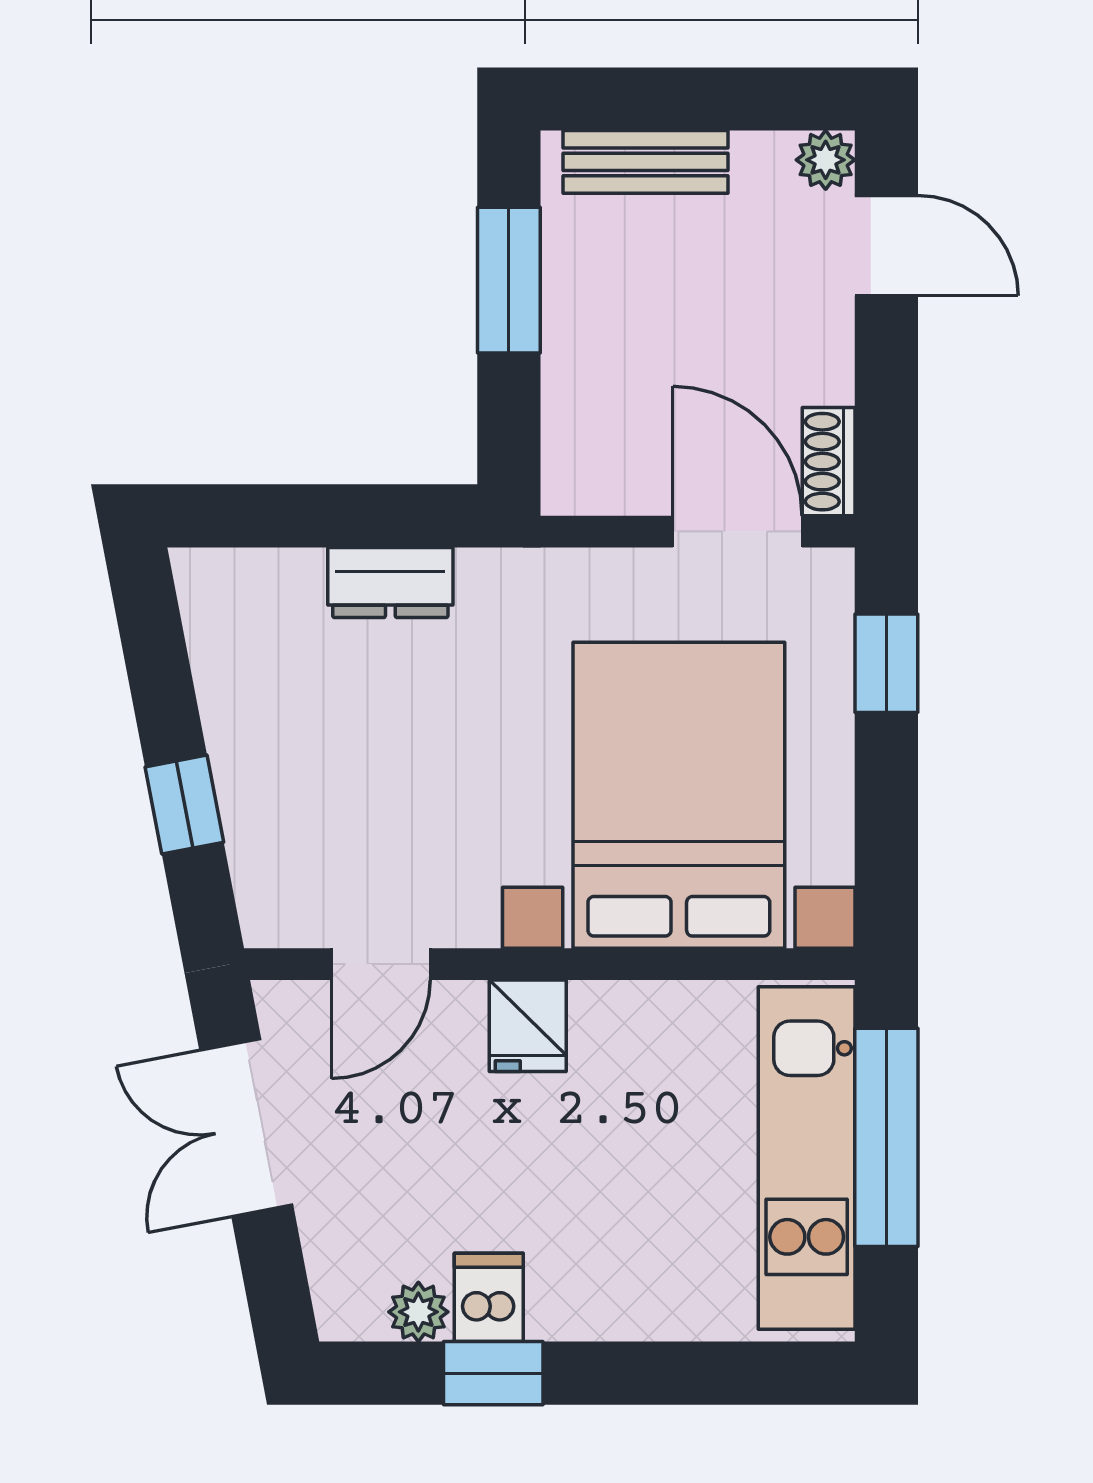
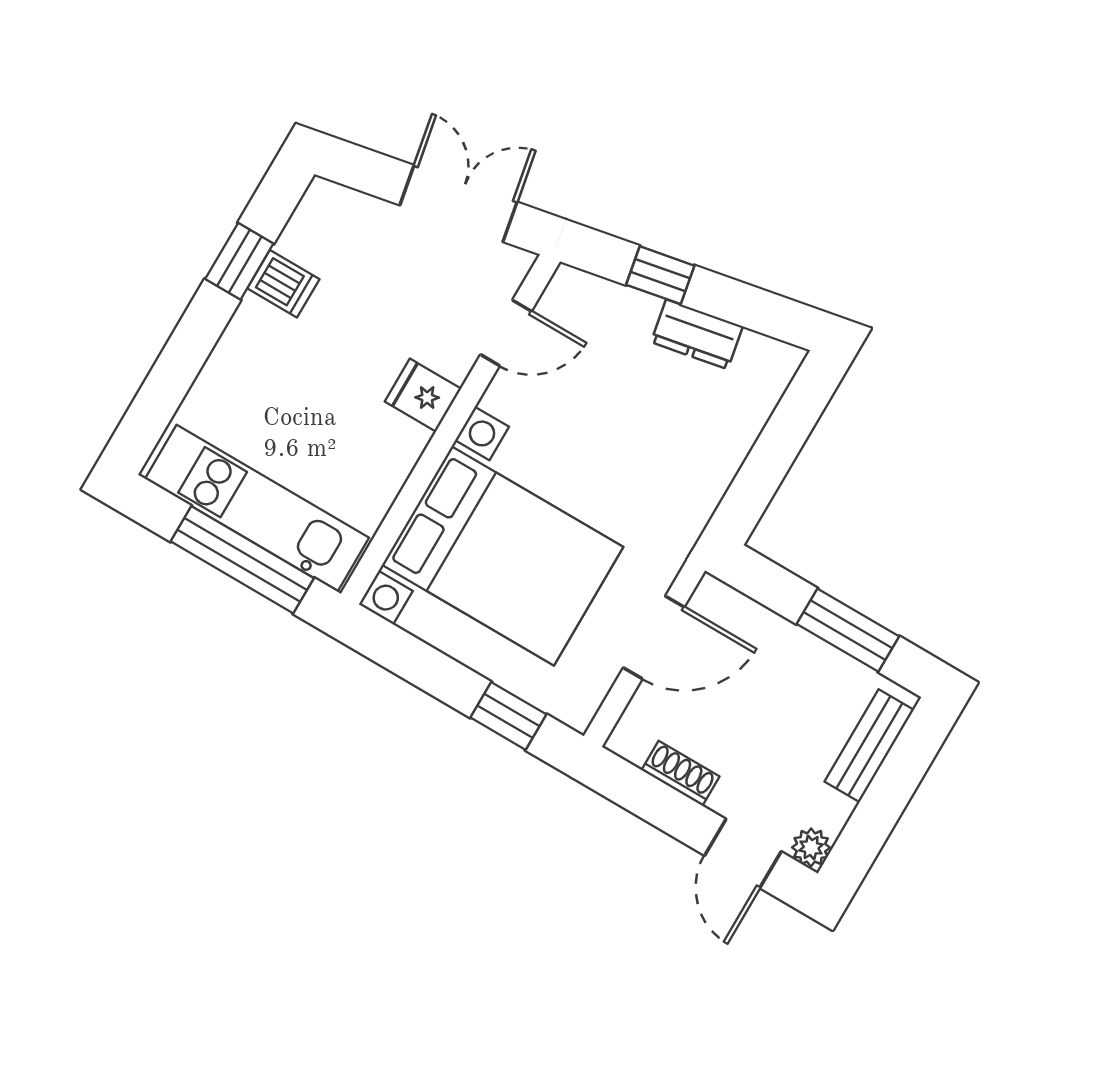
door: (886, 246) -> (743, 853), hinge flipped
shoe rack: (829, 462) -> (680, 773), moved
door: (737, 532) -> (654, 637), moved
dresser: (390, 582) -> (697, 334), moved, turned -101
door: (381, 964) -> (506, 333), swing flipped
plant: (418, 1312) -> (298, 239), removed

